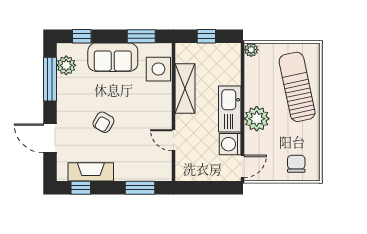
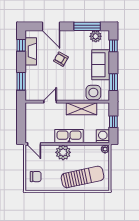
door: (50, 138) -> (51, 26), swing flipped
washing machine: (230, 144) -> (103, 136), moved

